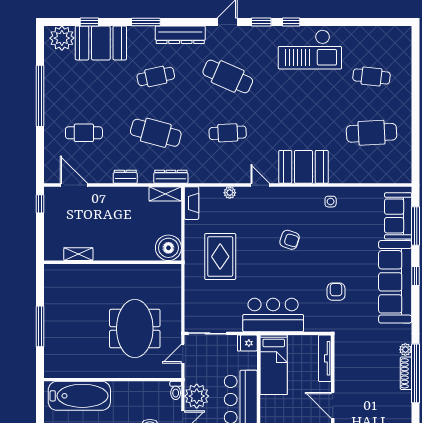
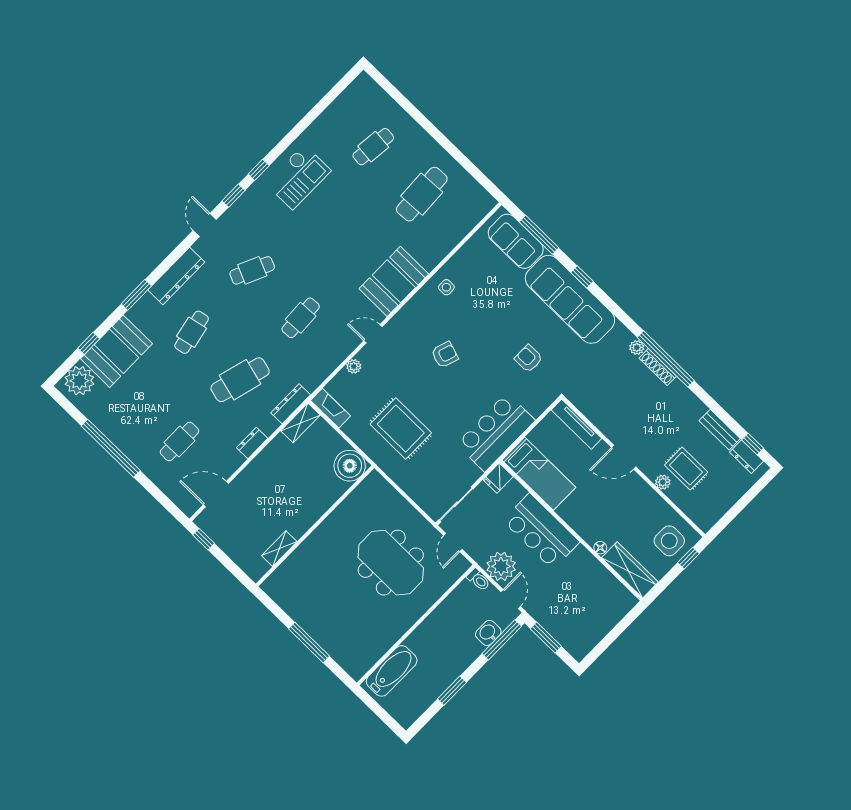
checkout: (310, 49) -> (298, 177), width x0.73, depth x0.83
cafe table: (228, 76) -> (252, 270), width x0.73, depth x0.74
bathtub: (79, 396) -> (392, 671), width x0.73, depth x0.73

